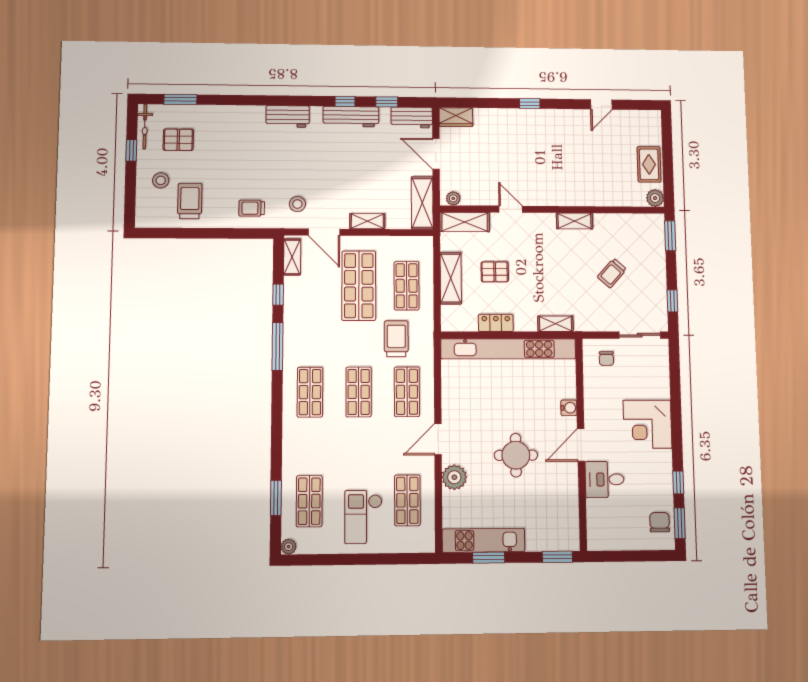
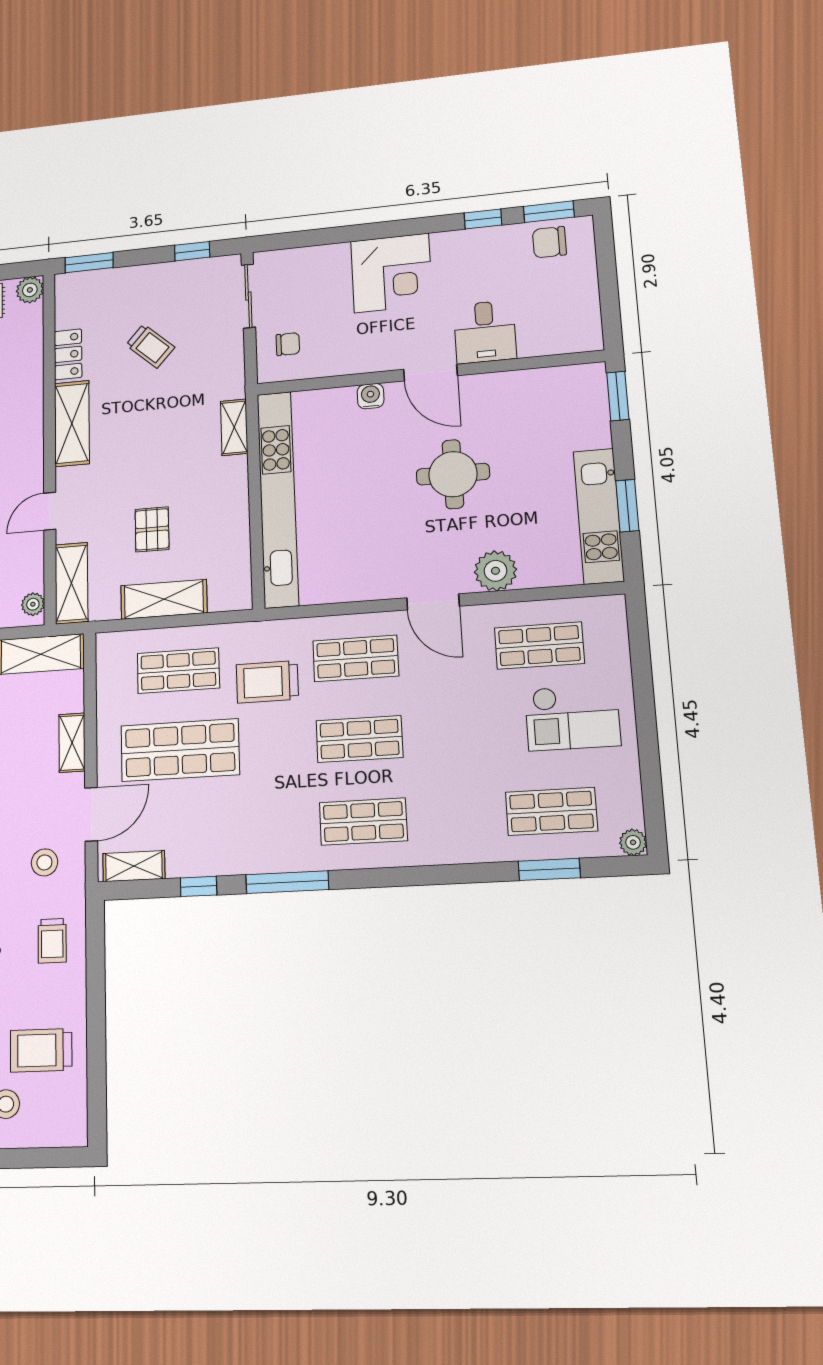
shelving: (575, 221) -> (72, 423), width x1.50, depth x1.33
locker: (496, 323) -> (68, 354), moved, turned 180

